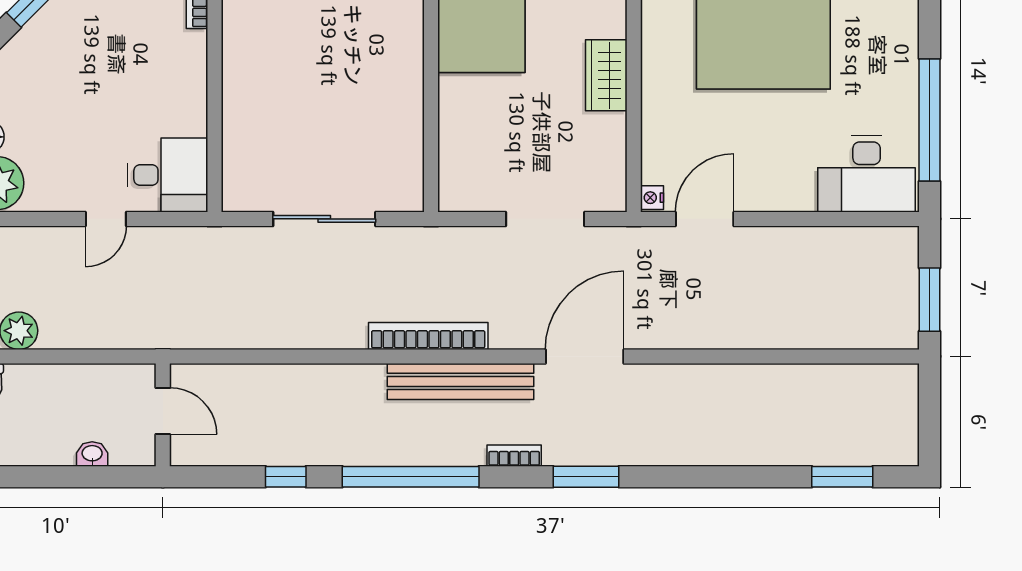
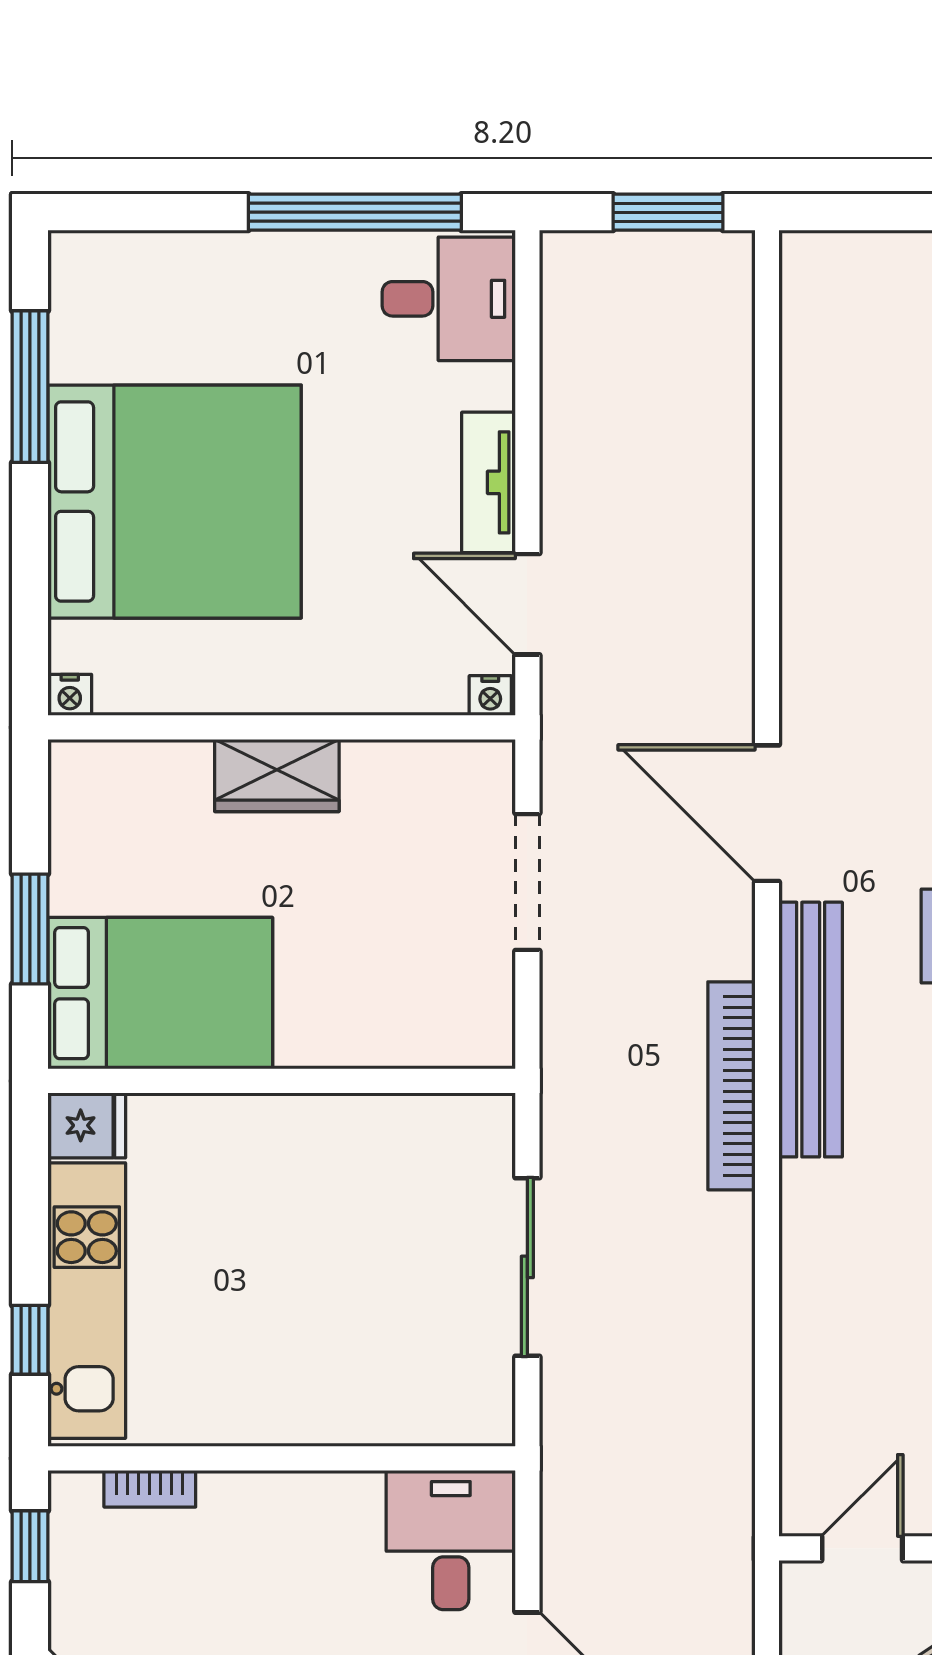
desk: (867, 174) -> (449, 299), width x0.73
tv unit: (774, 197) -> (489, 482), added

